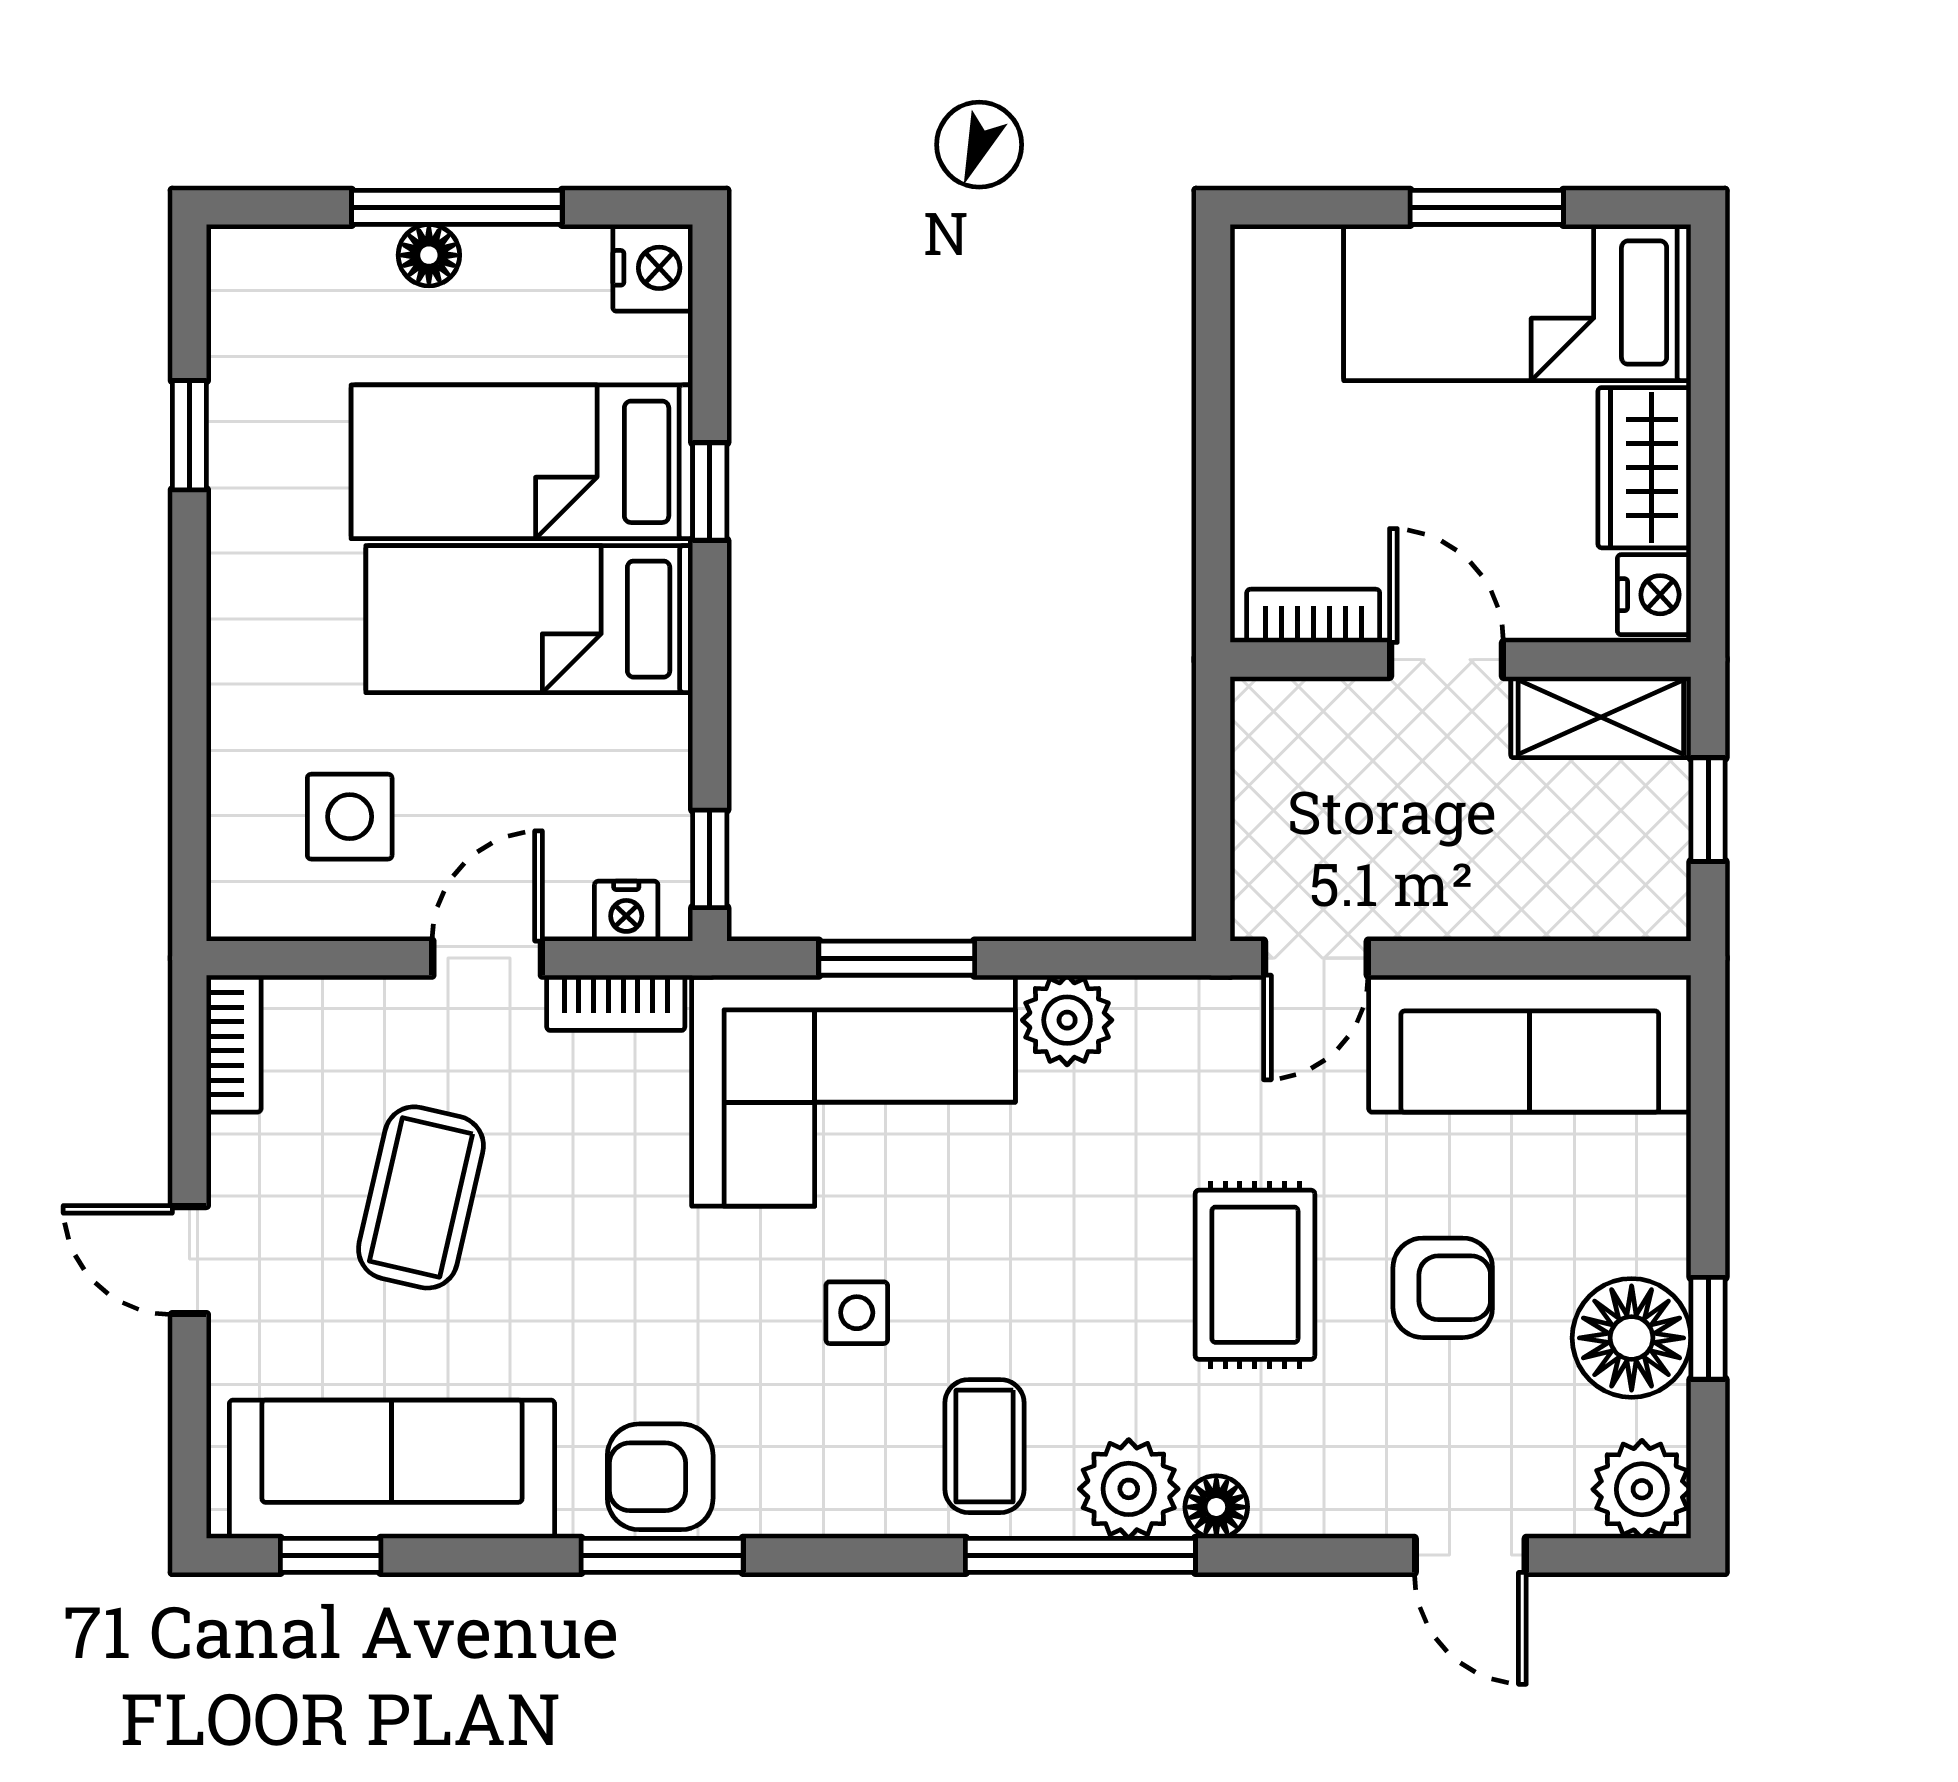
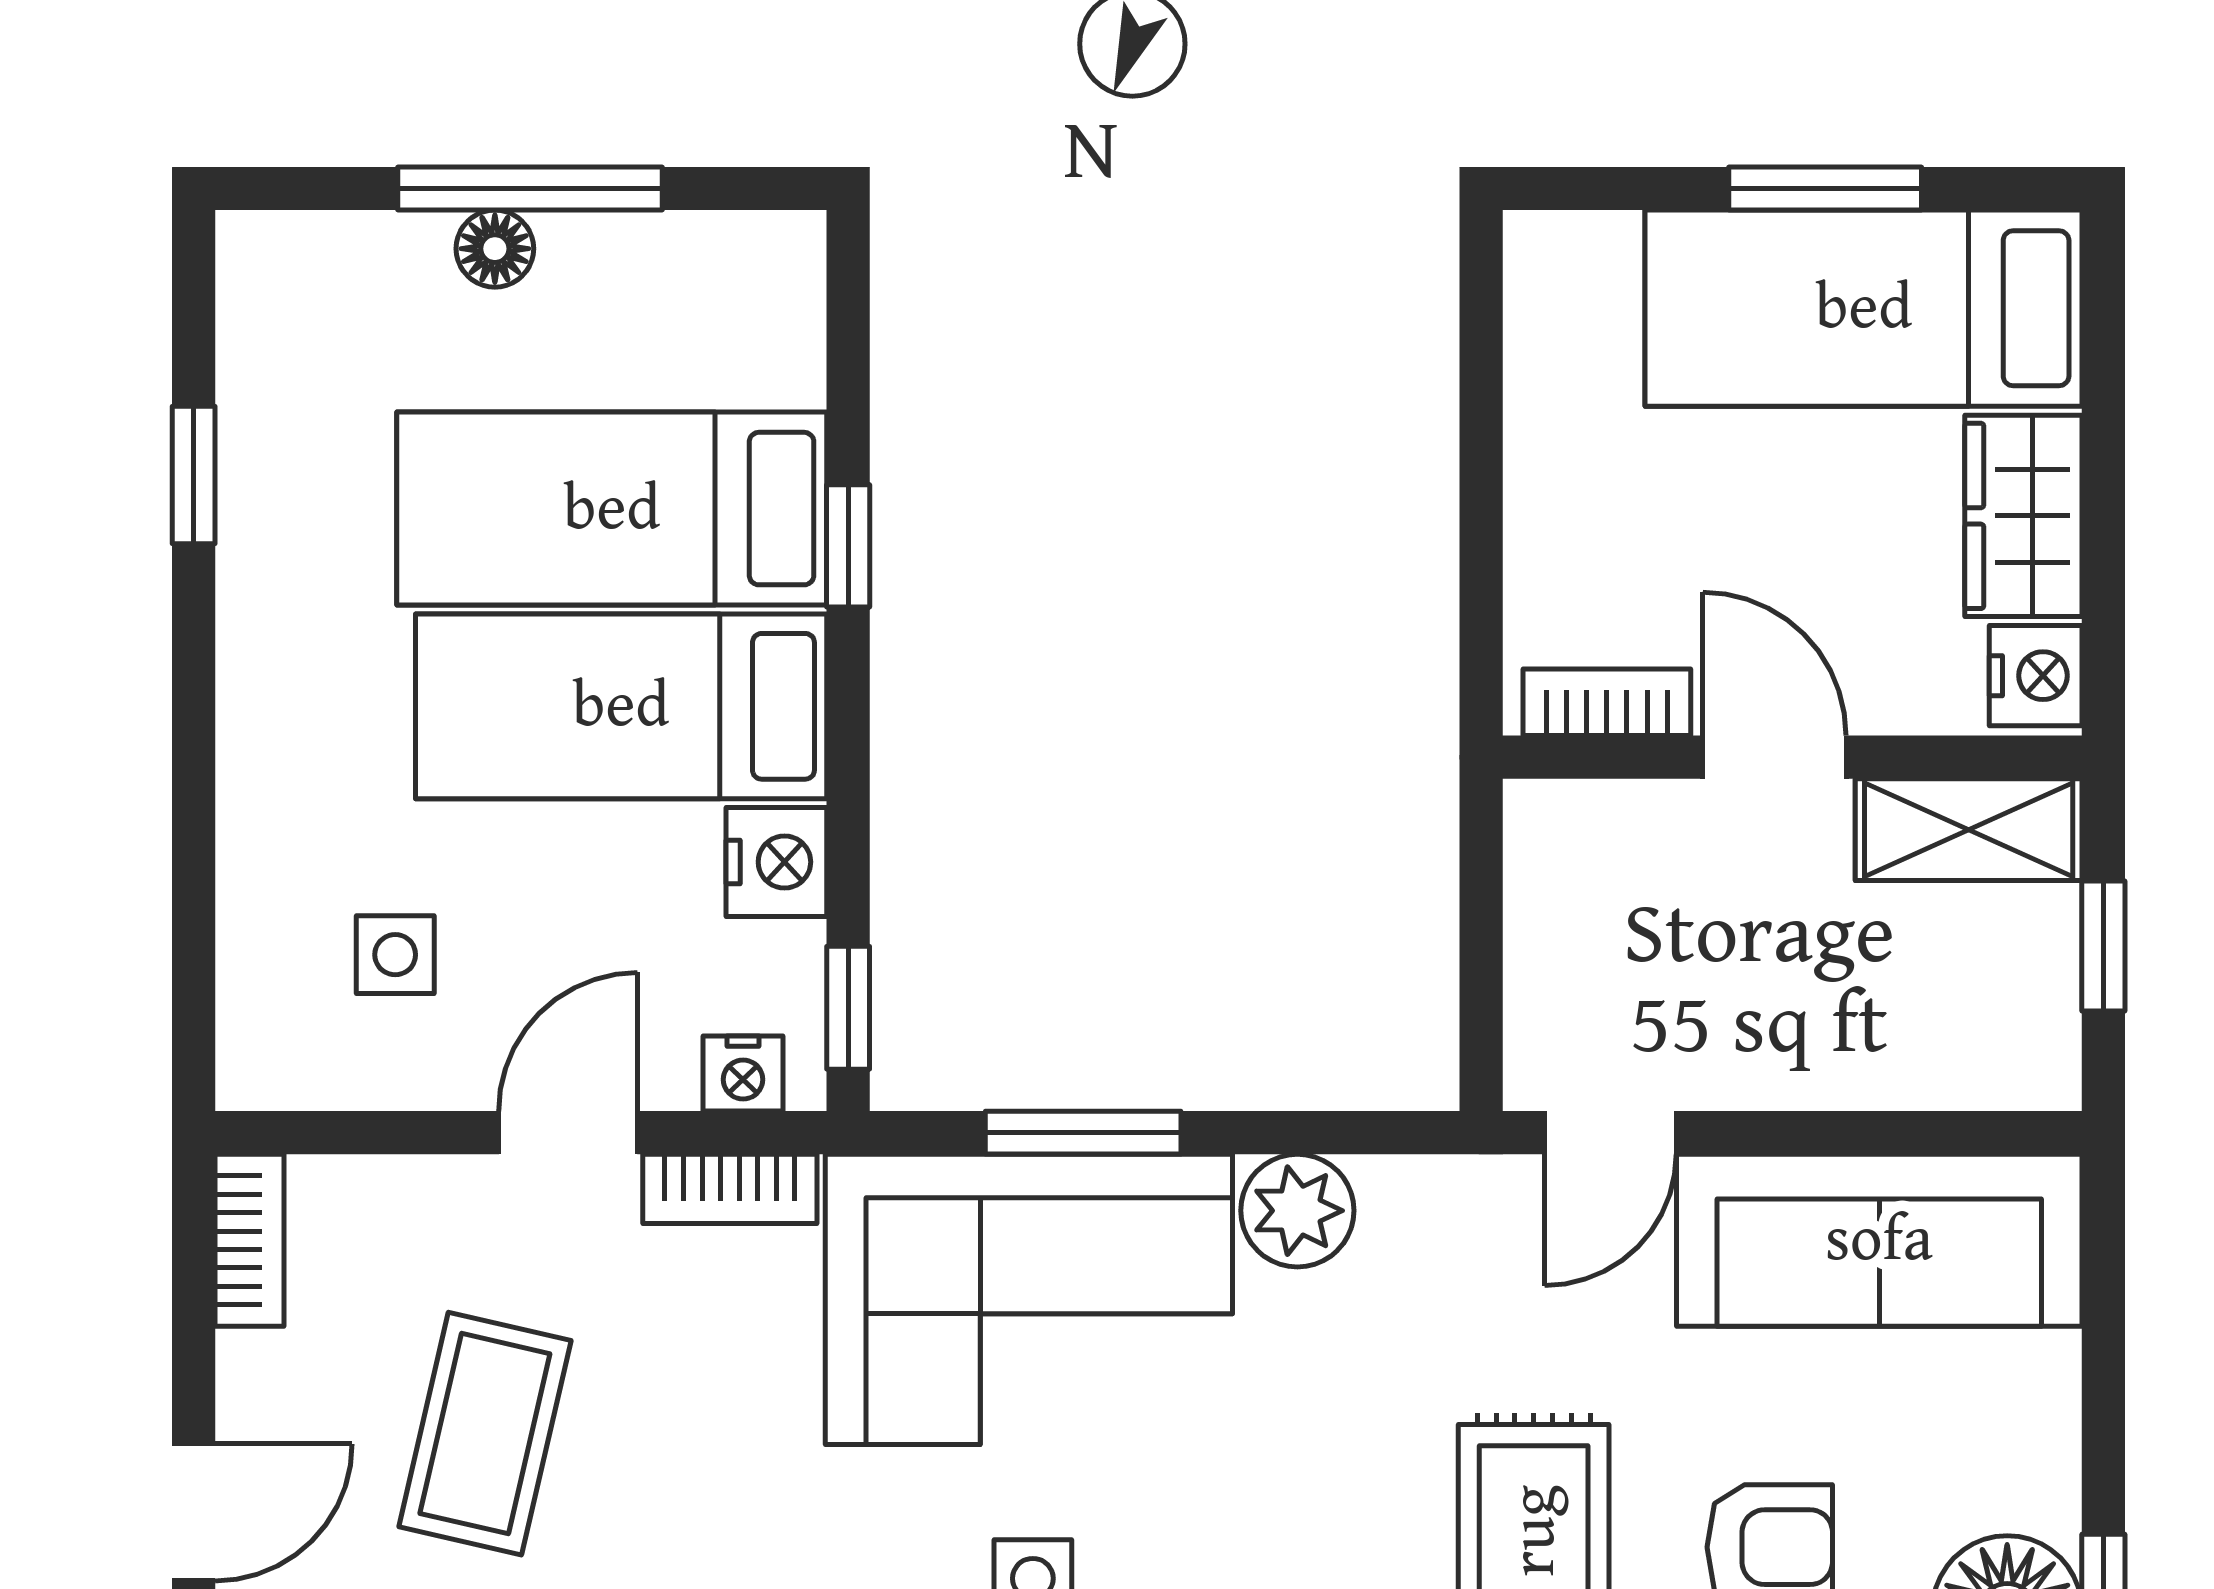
nightstand: (653, 268) -> (776, 862), moved
side table: (350, 817) -> (395, 955), width x0.73, depth x0.73
door: (189, 1260) -> (194, 1512), swing flipped

